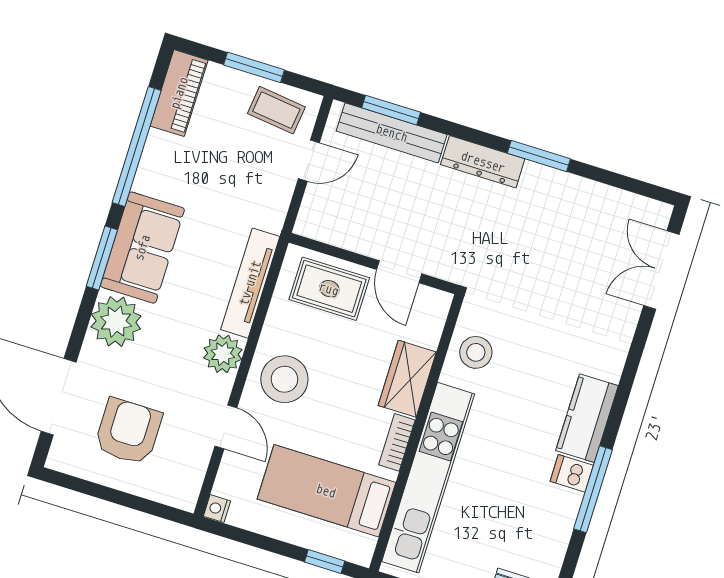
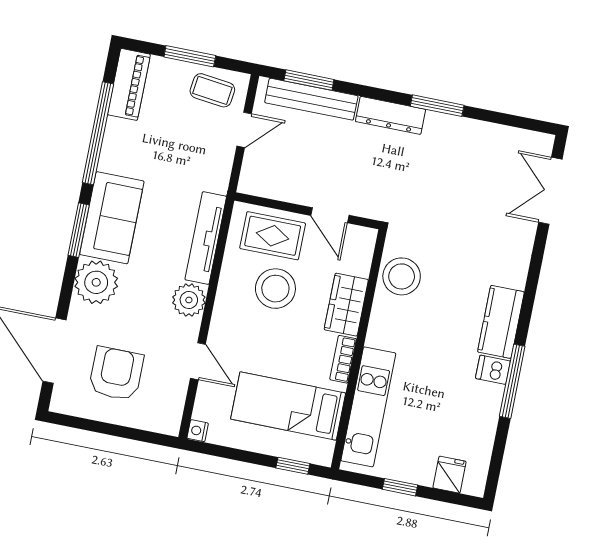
stool: (476, 352) -> (402, 276), width x1.38, depth x1.38
stool: (284, 379) -> (275, 289), moved
kitchen unit: (428, 478) -> (368, 407), width x0.73

